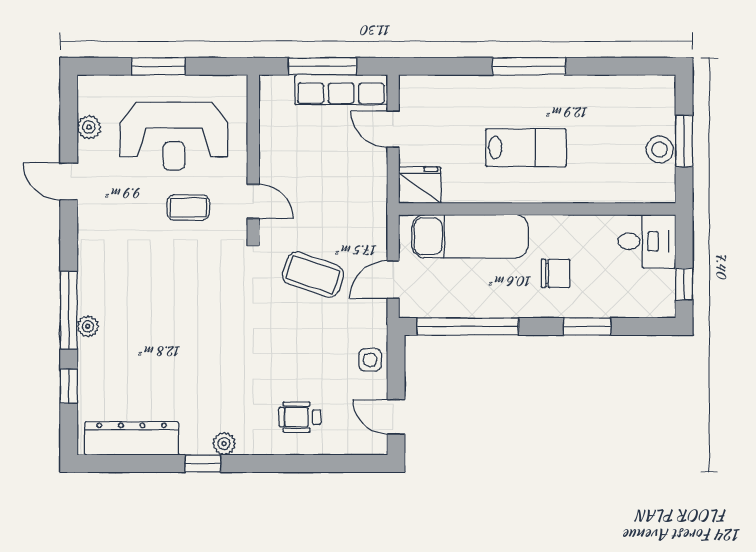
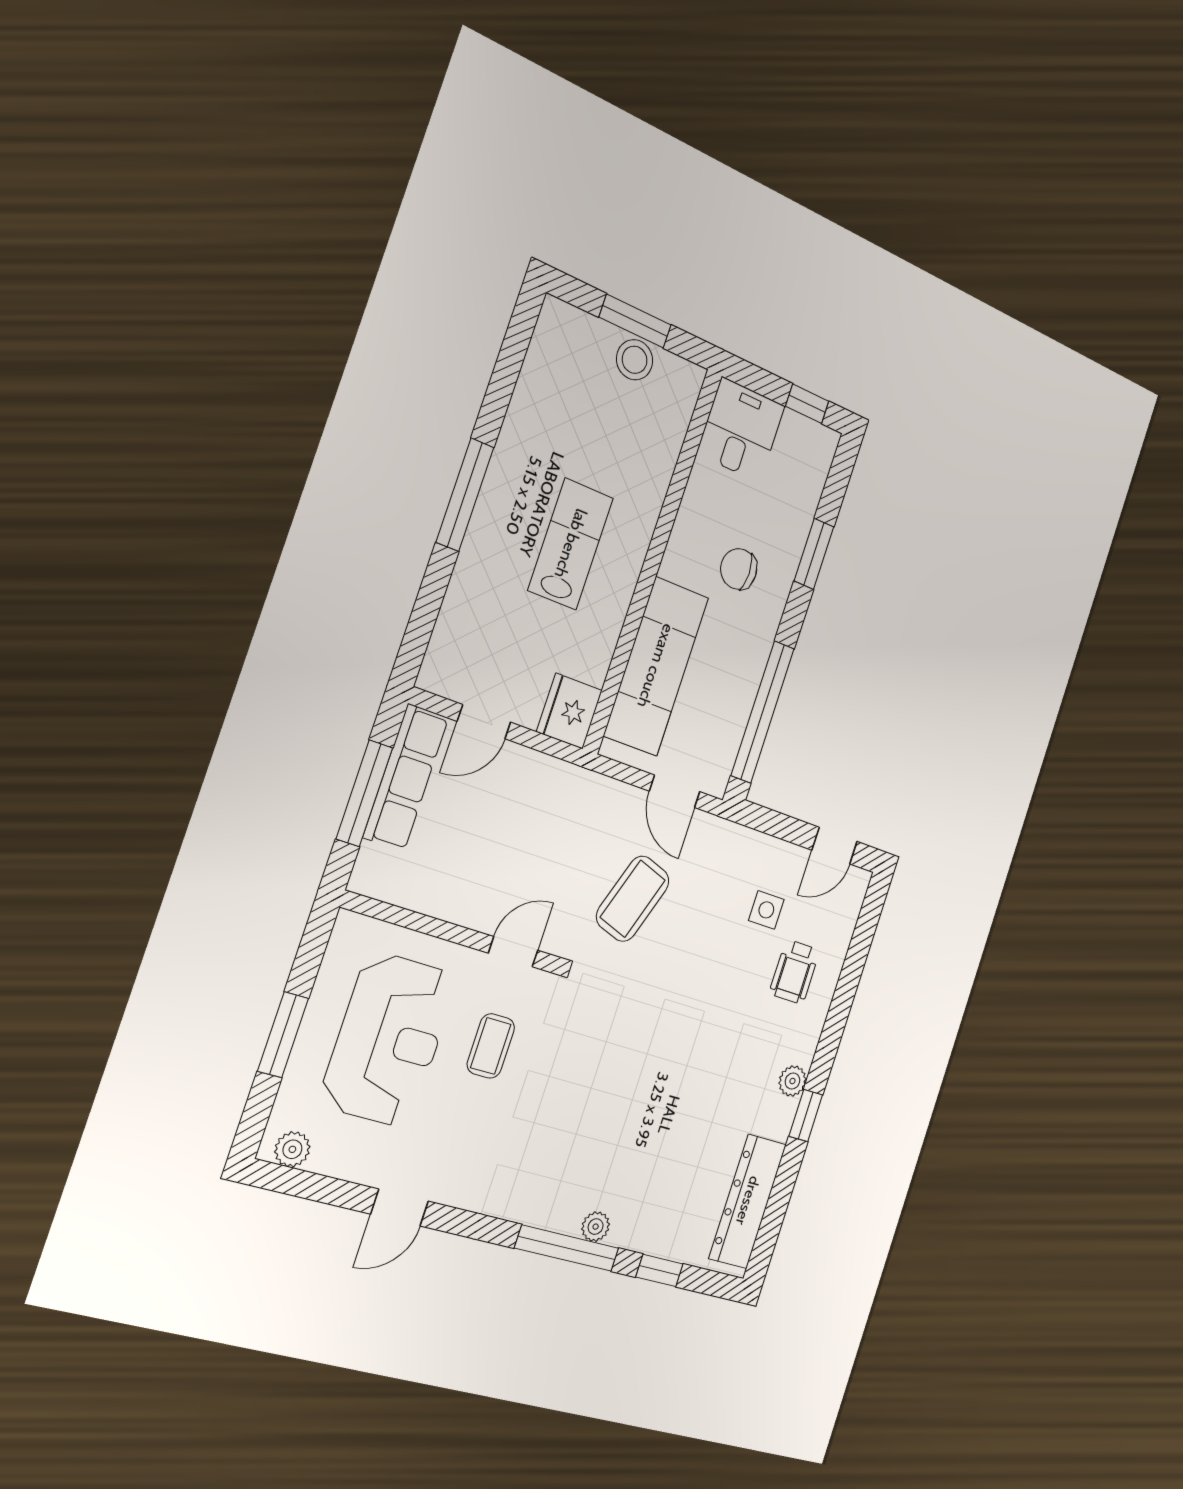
plant: (89, 127) -> (292, 1149), moved
chair: (556, 273) -> (739, 569), turned -90
side table: (370, 360) -> (766, 910), moved

